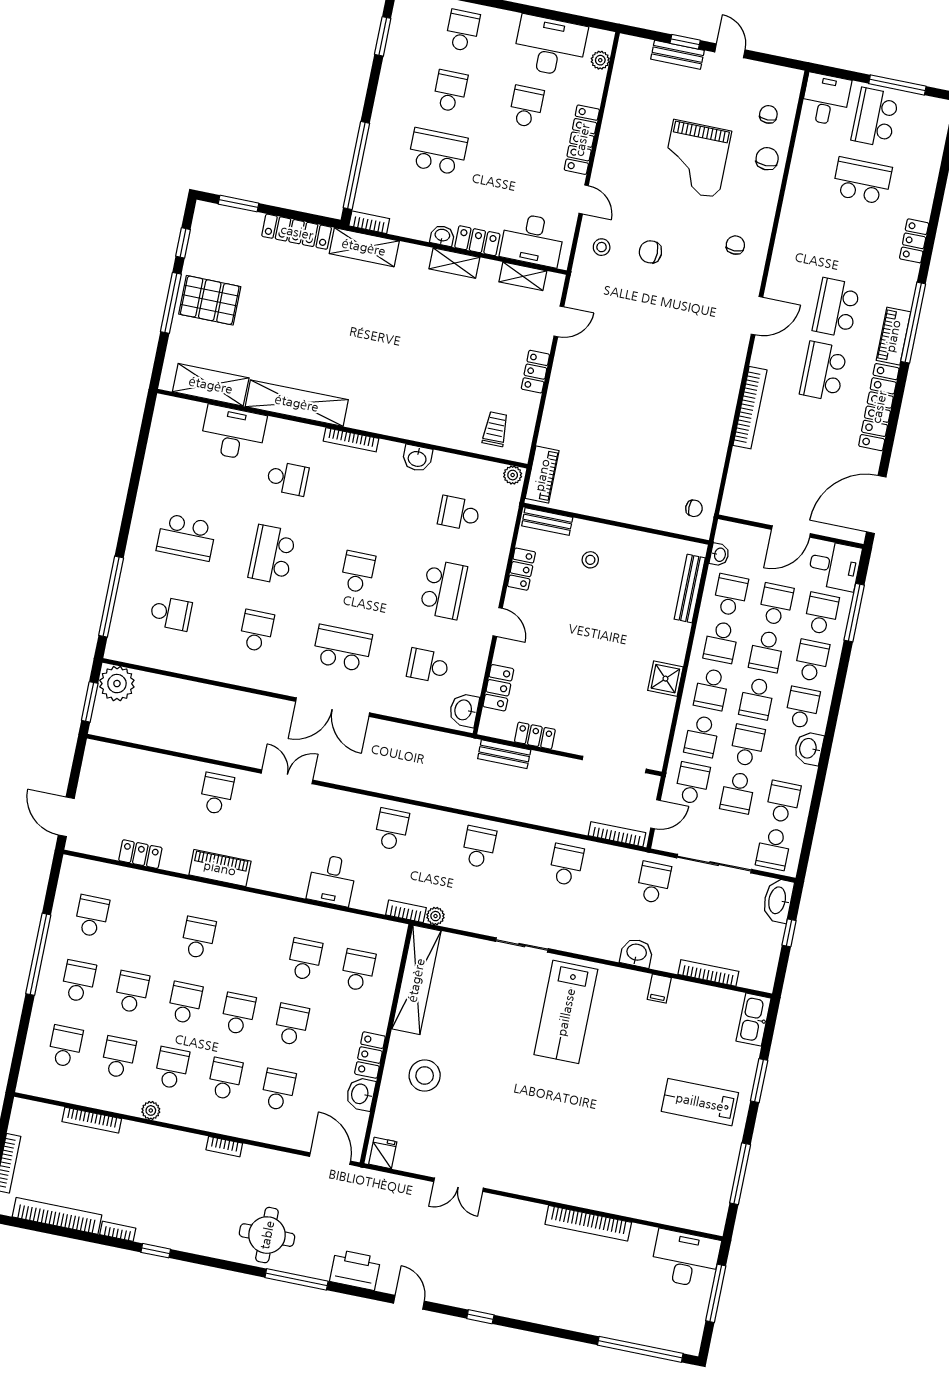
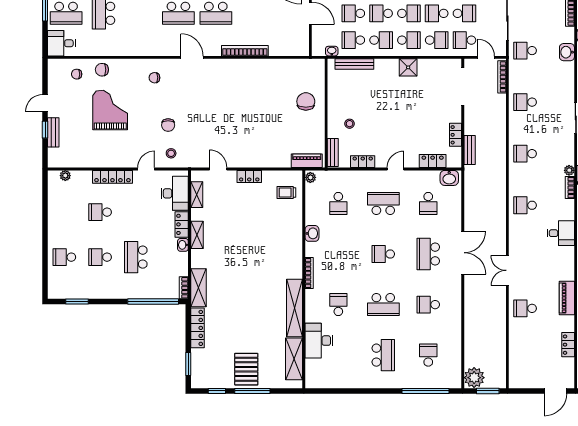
desk: (550, 46) -> (63, 206), removed
grand piano: (696, 159) -> (110, 110), turned -90
chair: (694, 508) -> (306, 101), moved, width x1.87, depth x1.87
school desk: (766, 651) -> (381, 13), turned 180

